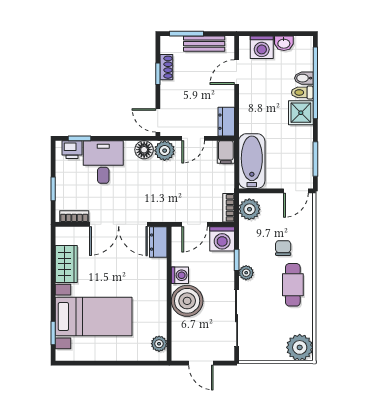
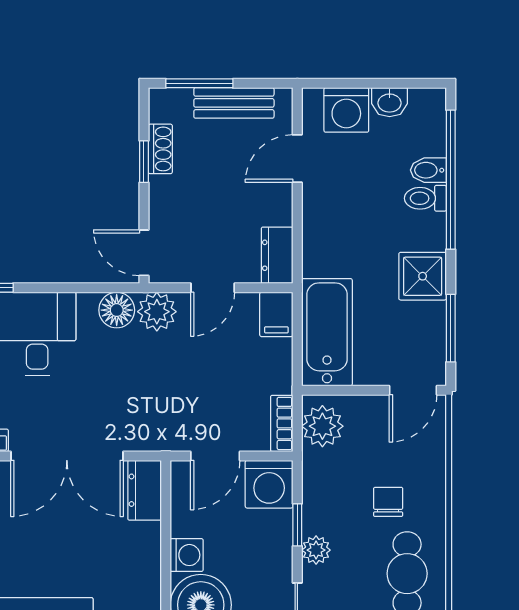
shower: (301, 113) -> (423, 276), moved

